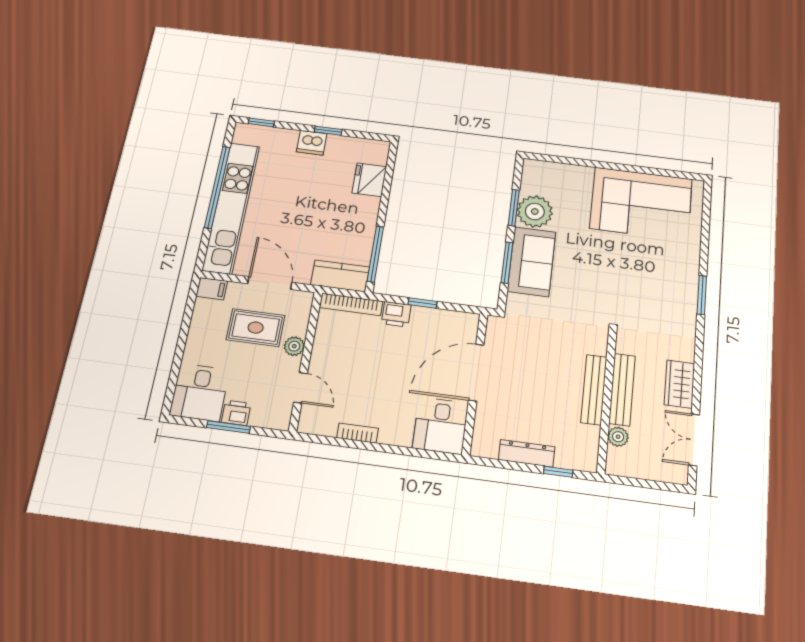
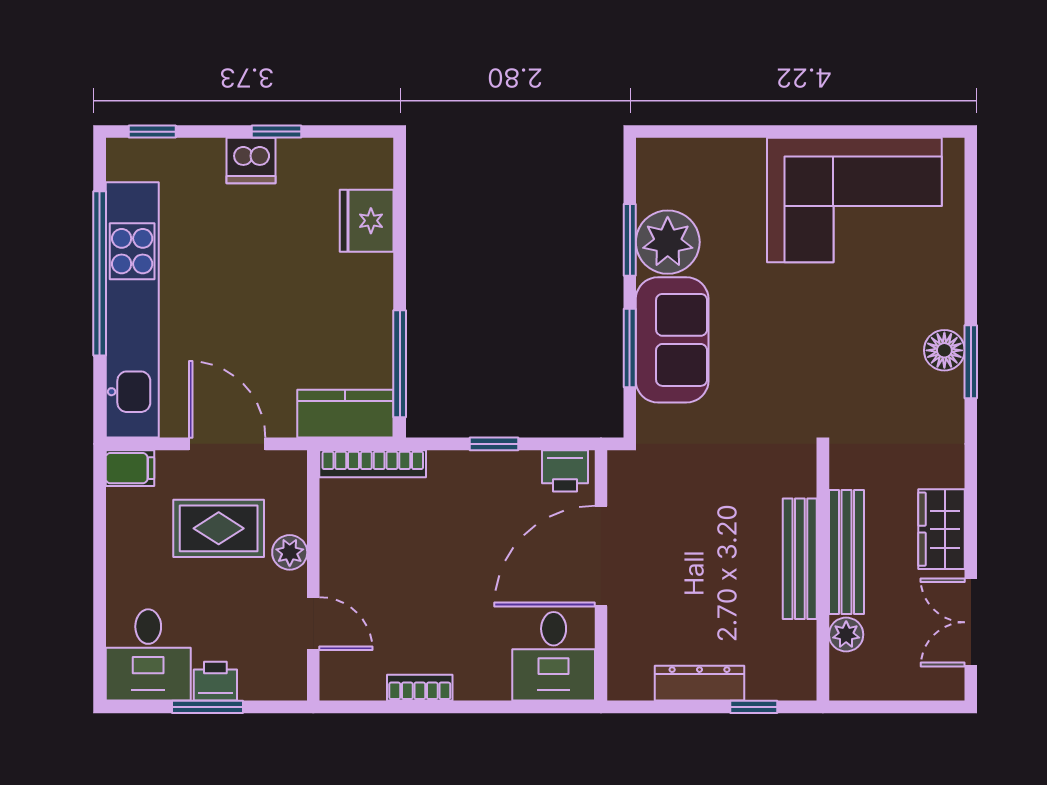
floor lamp: (687, 287) -> (944, 350), added
printer: (396, 314) -> (565, 471), moved

